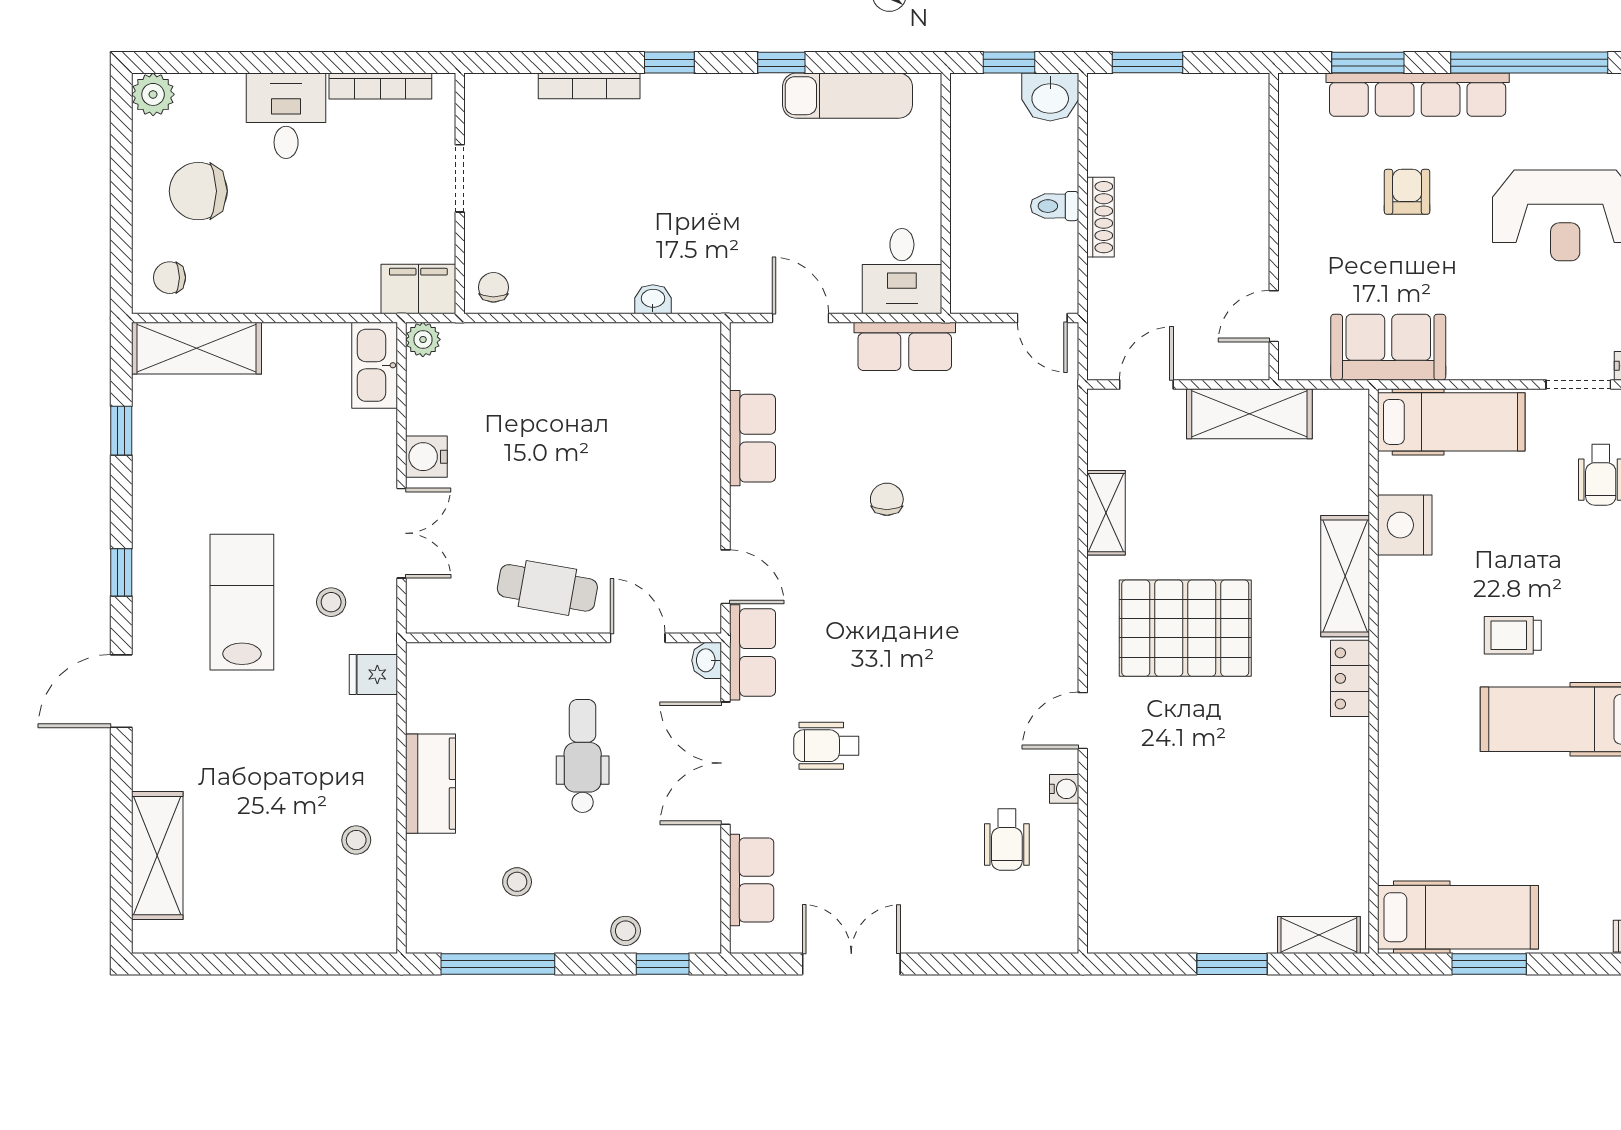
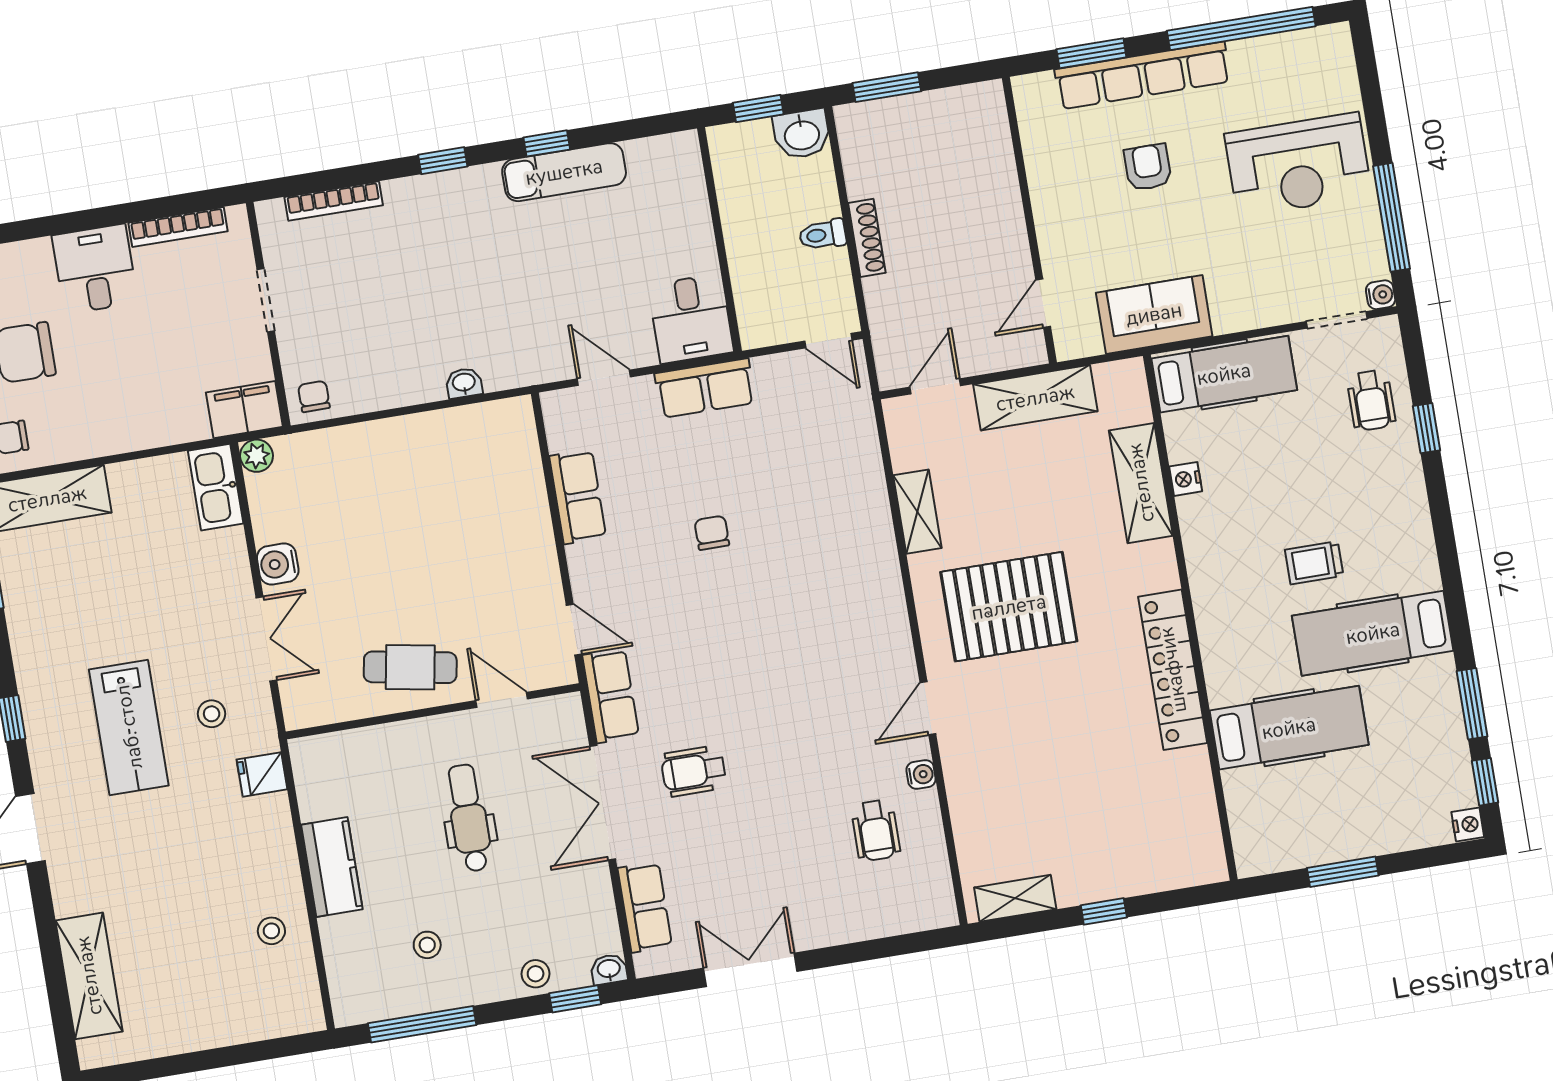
bookcase: (589, 86) -> (334, 201), moved
exam couch: (848, 96) -> (564, 172), moved
nightstand: (1405, 525) -> (1186, 479), width x0.53, depth x0.56
shelving: (1345, 576) -> (1141, 483), moved
lab bench: (242, 602) -> (129, 727), turned 180
washbasin: (707, 660) -> (609, 969), moved, turned 90
locker: (1350, 678) -> (1173, 670), width x2.16, depth x1.21
hospital bed: (1458, 917) -> (1289, 728), moved
shelving: (1319, 935) -> (1015, 898), moved
window: (1232, 964) -> (1104, 911), width x0.67

